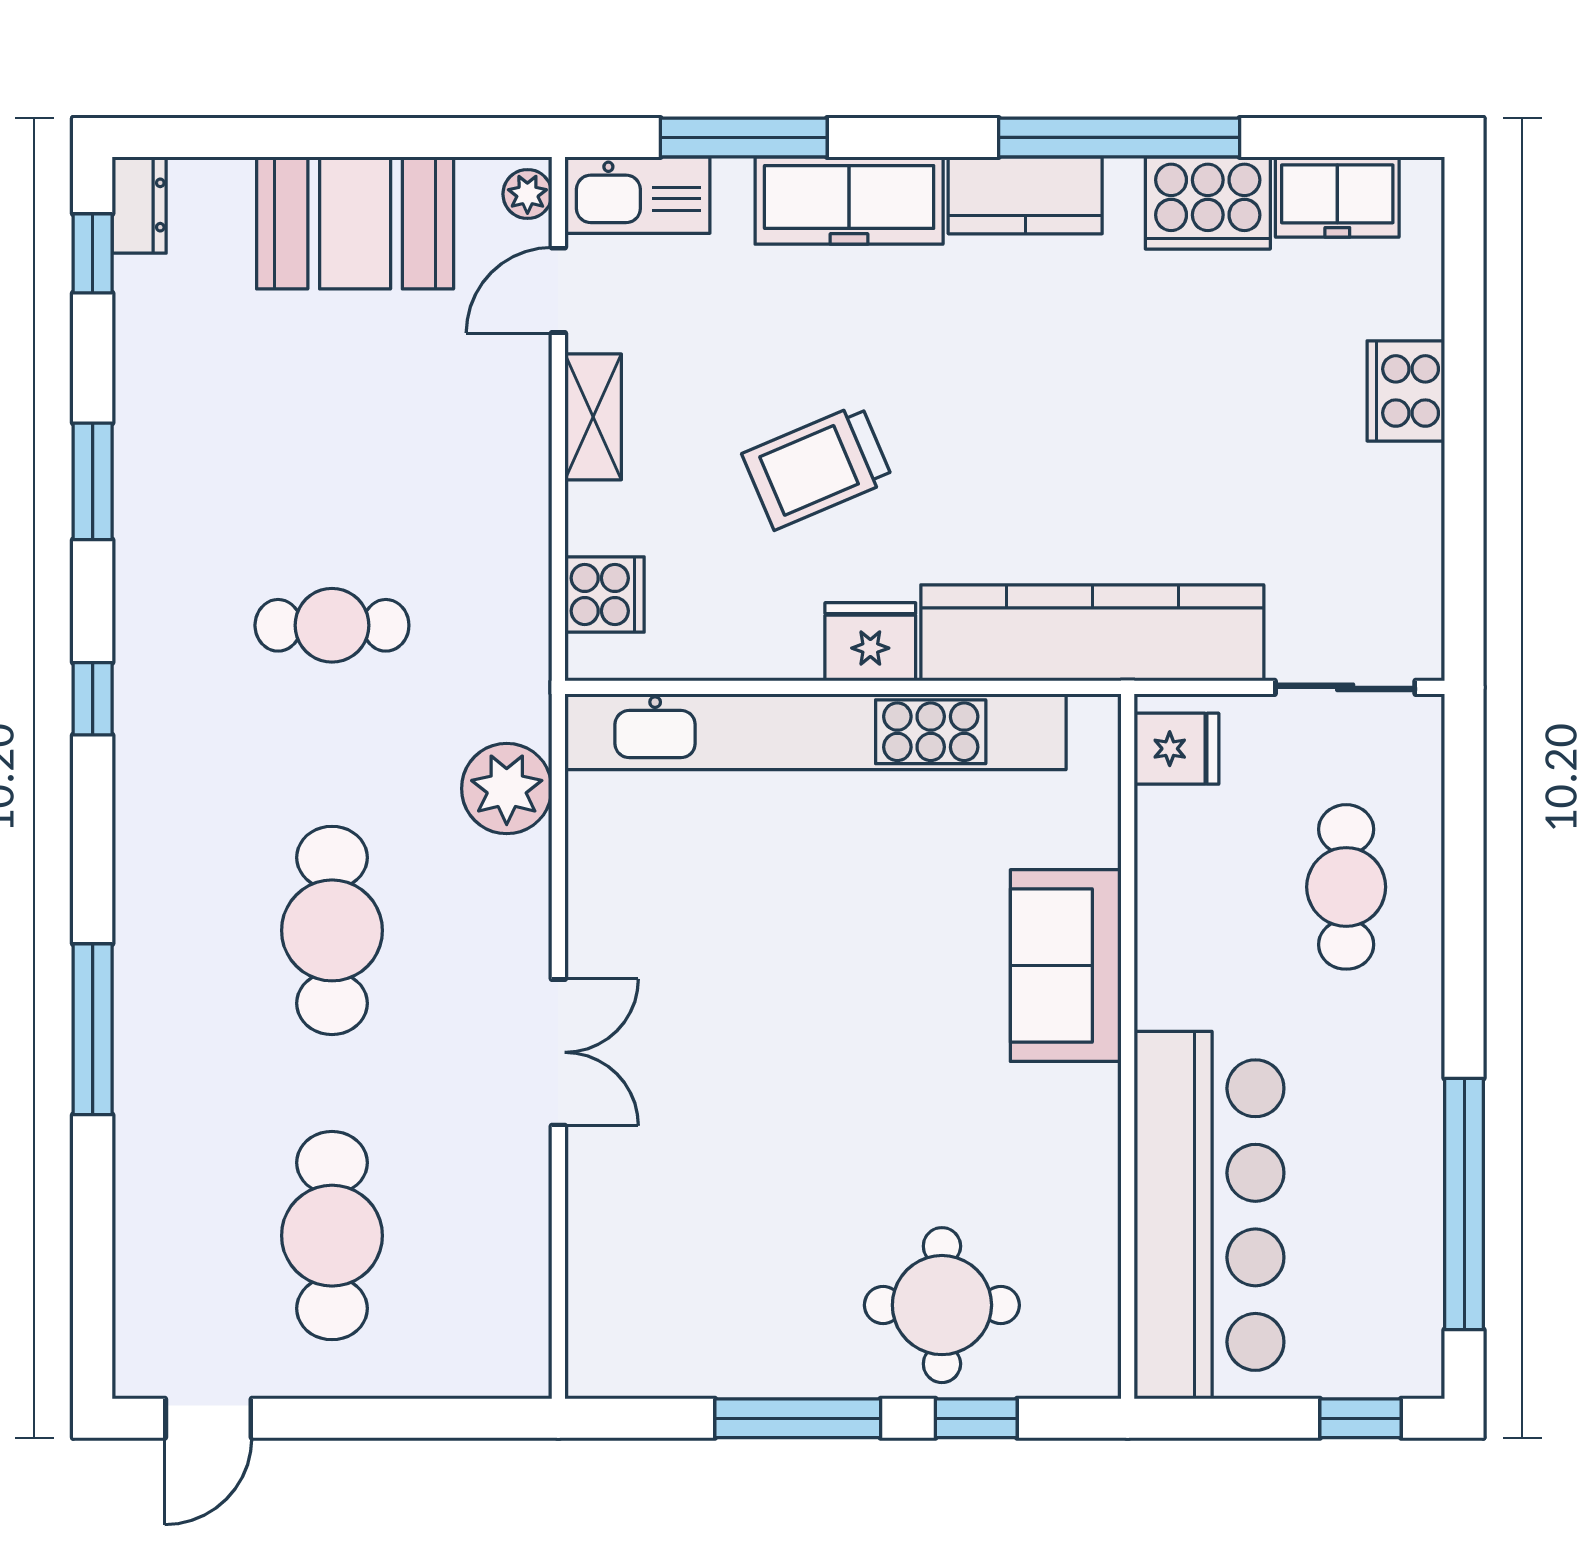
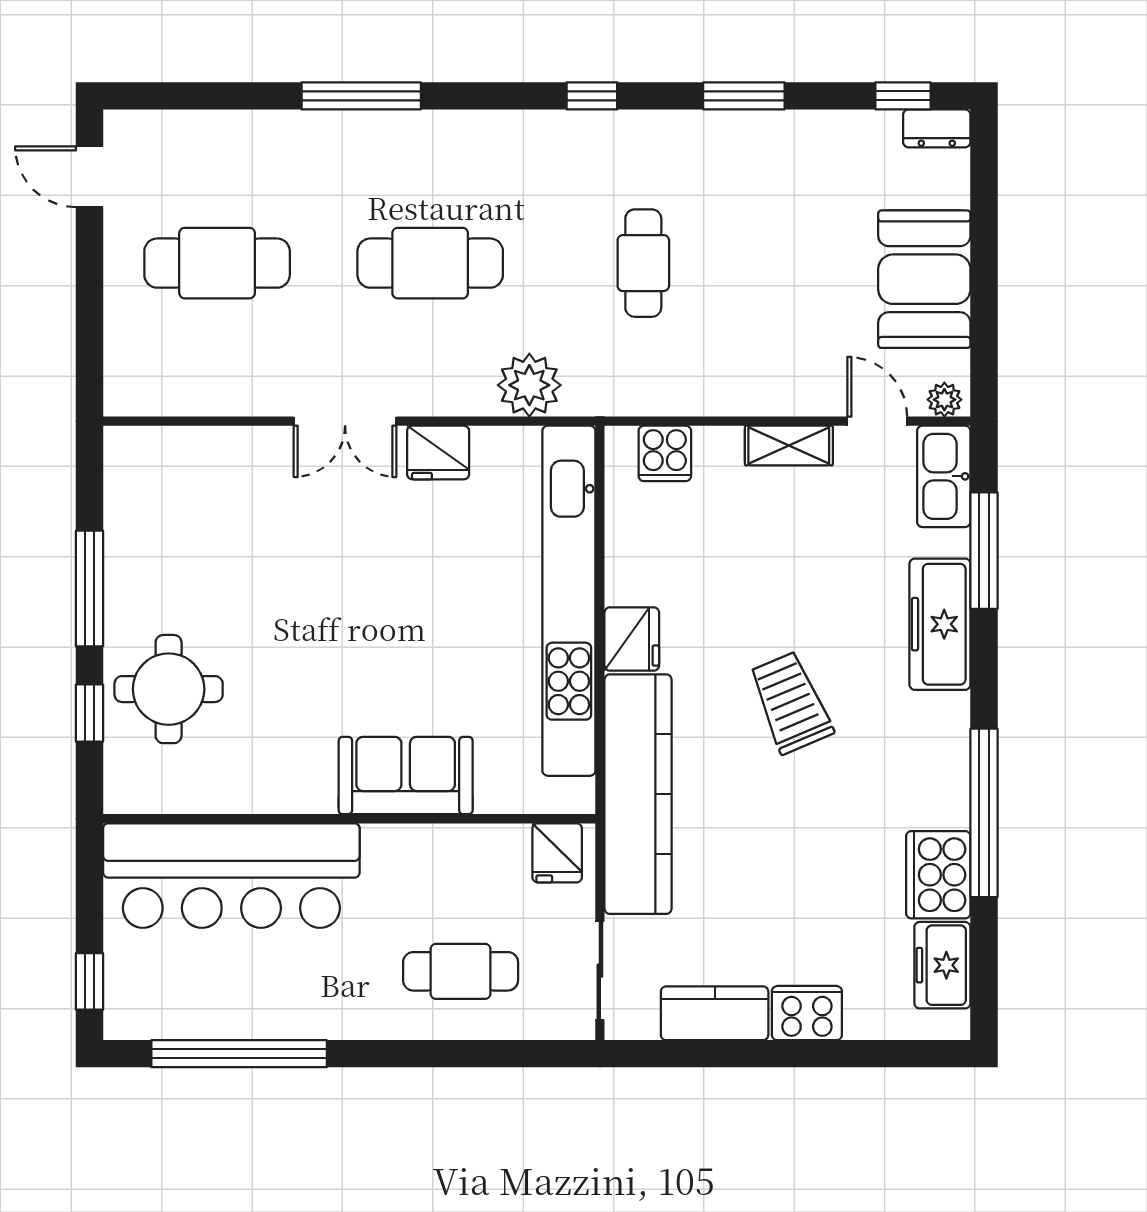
kitchen counter: (1025, 195) -> (715, 1013), moved, turned 90
trolley: (817, 467) -> (791, 703), moved
fridge: (603, 919) -> (438, 453), added

